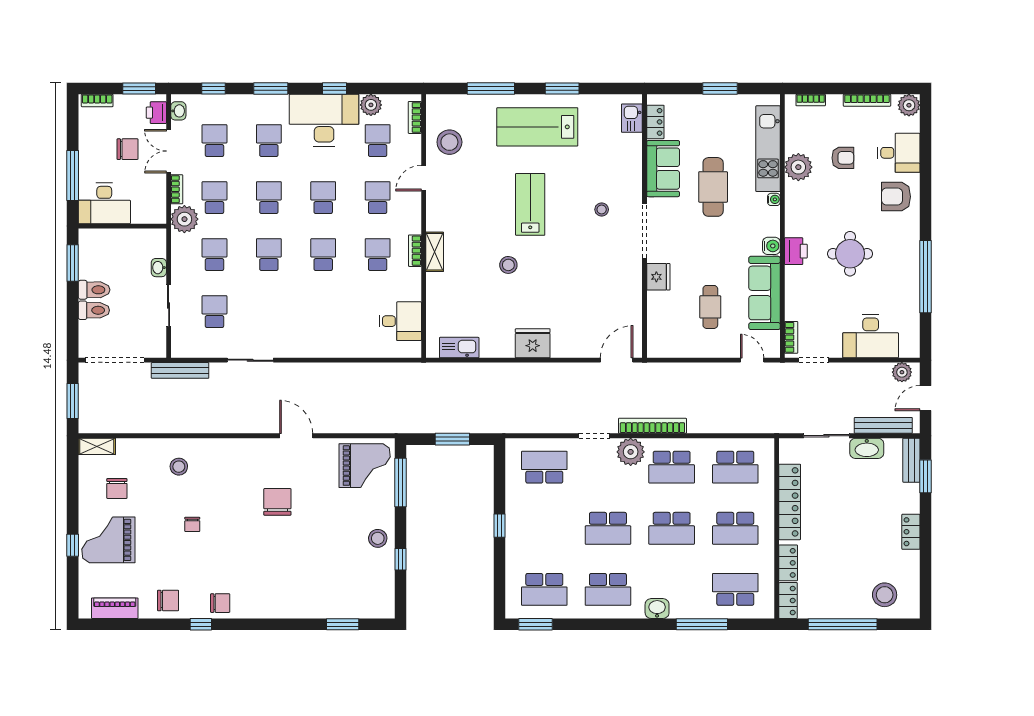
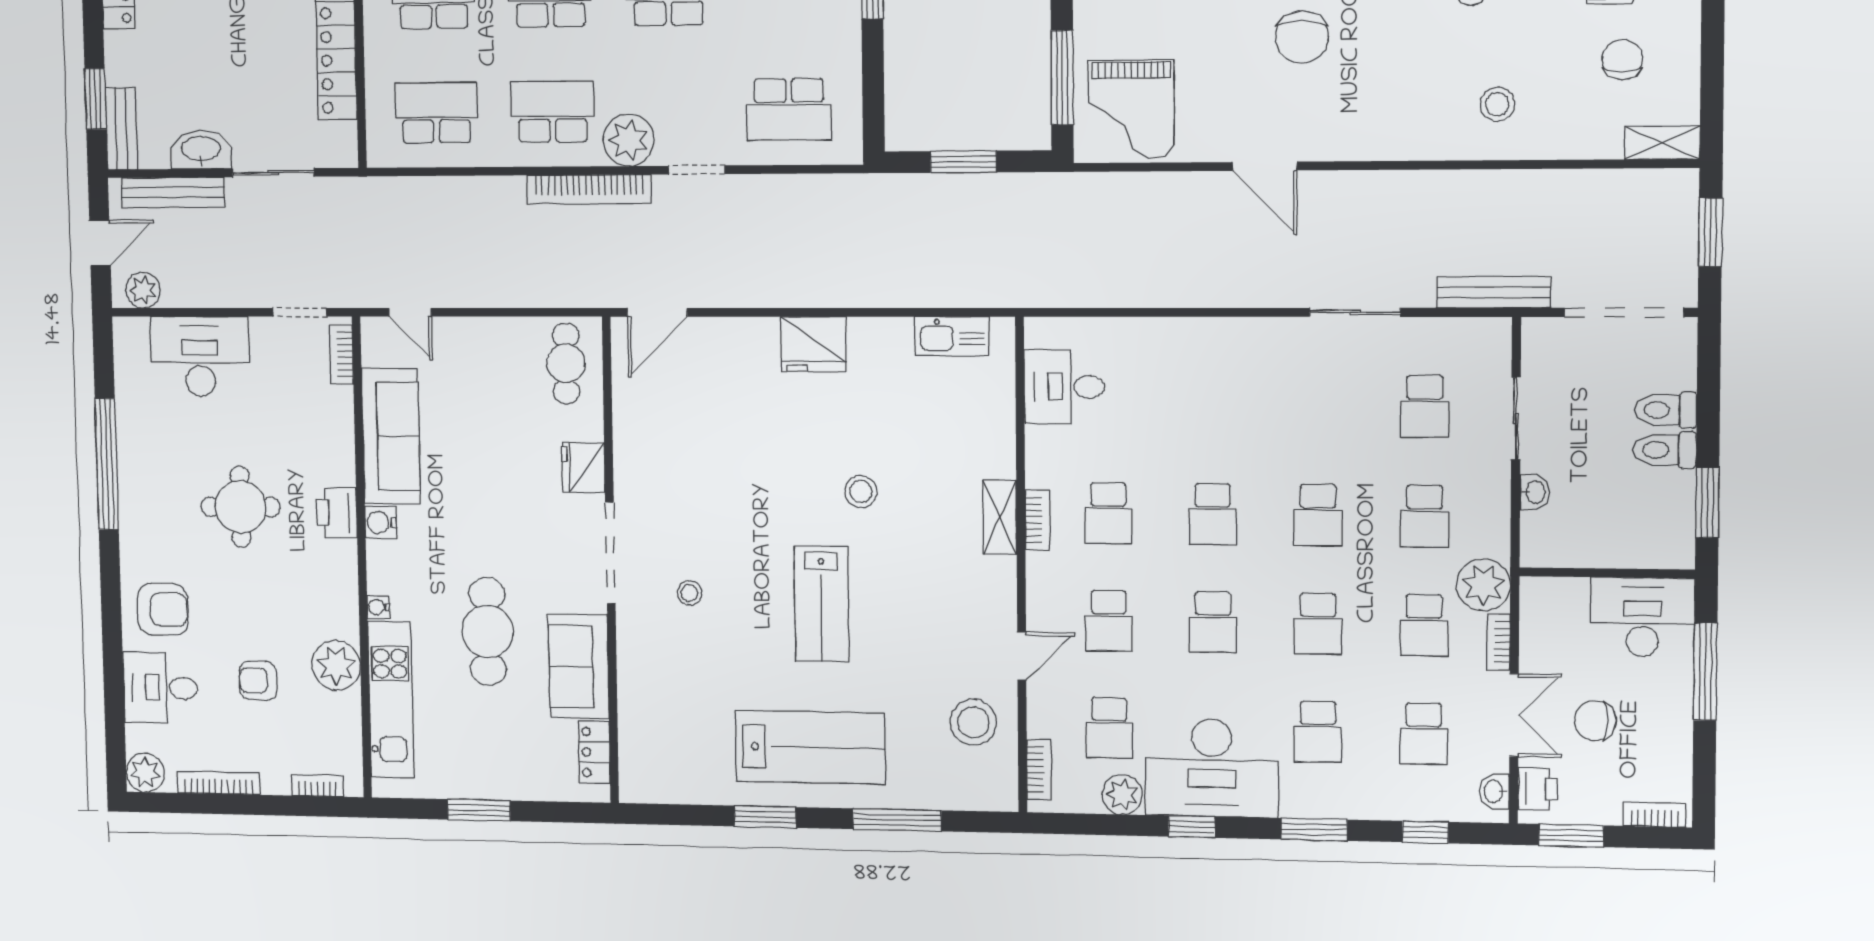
kitchen sink: (632, 118) -> (637, 760), removed
cafe table: (710, 307) -> (566, 363), moved
grand piano: (365, 466) -> (1131, 109), turned -90

